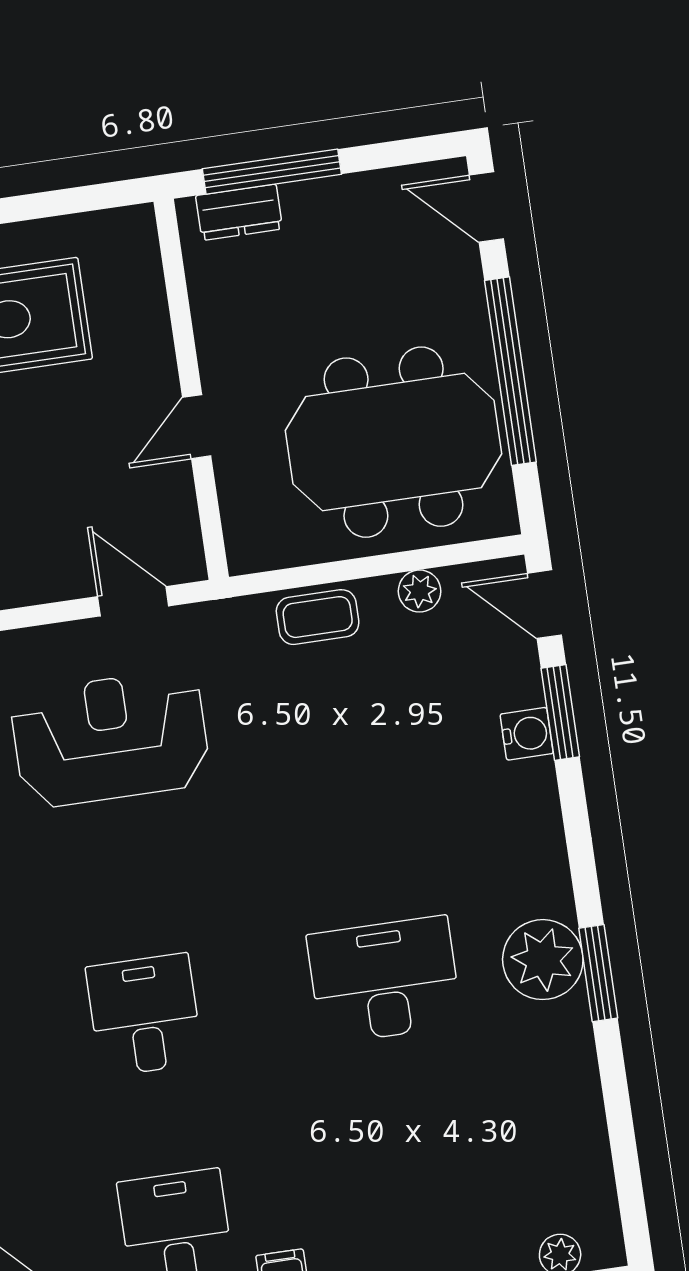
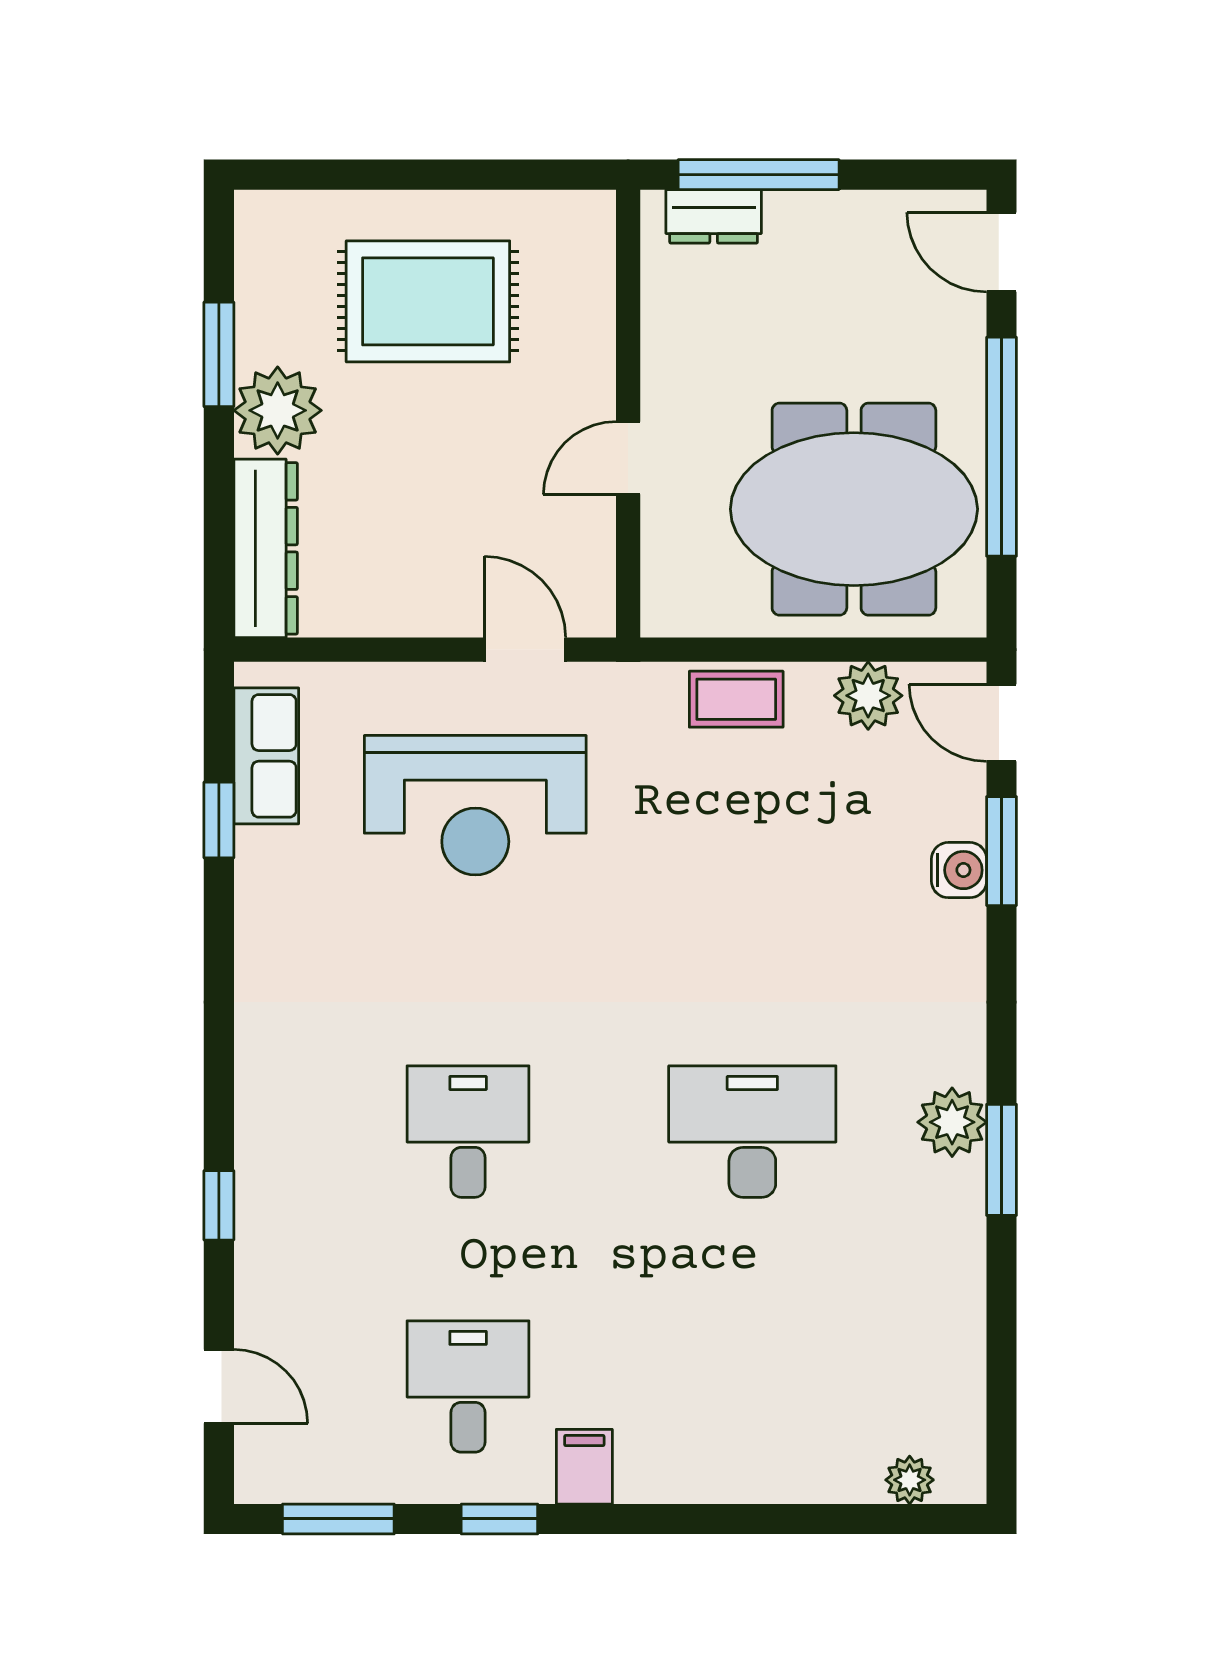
plant: (420, 591) -> (868, 696), width x1.38, depth x1.38
reception desk: (110, 739) -> (475, 805), turned 180
plant: (543, 960) -> (952, 1122), width x0.73, depth x0.73

